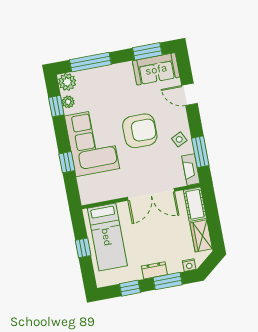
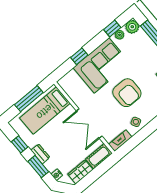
window: (200, 152) -> (135, 140), removed
window: (83, 248) -> (29, 99), width x2.17

